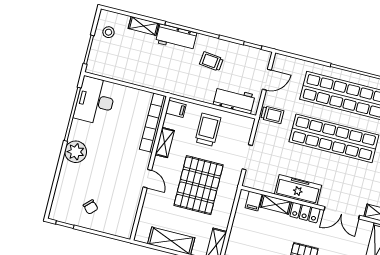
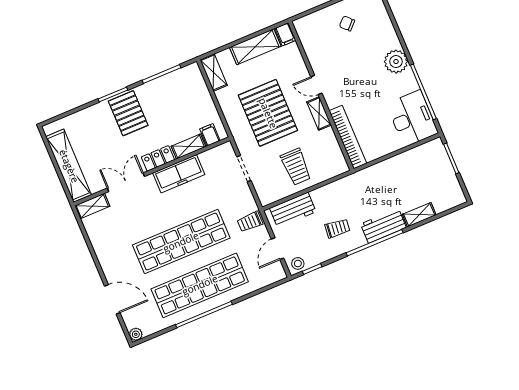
stool: (108, 32) -> (298, 263), moved
filing cabinet: (176, 109) -> (285, 34), moved, turned -90
shelving: (165, 143) -> (319, 114), moved

